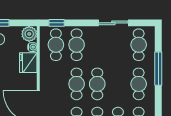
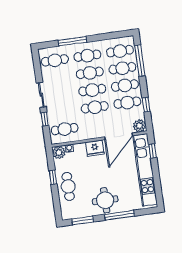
window: (57, 23) -> (45, 119), moved
sliding door: (113, 23) -> (41, 95), moved
cafe table: (77, 45) -> (90, 73), moved
fridge: (28, 63) -> (95, 148), moved

